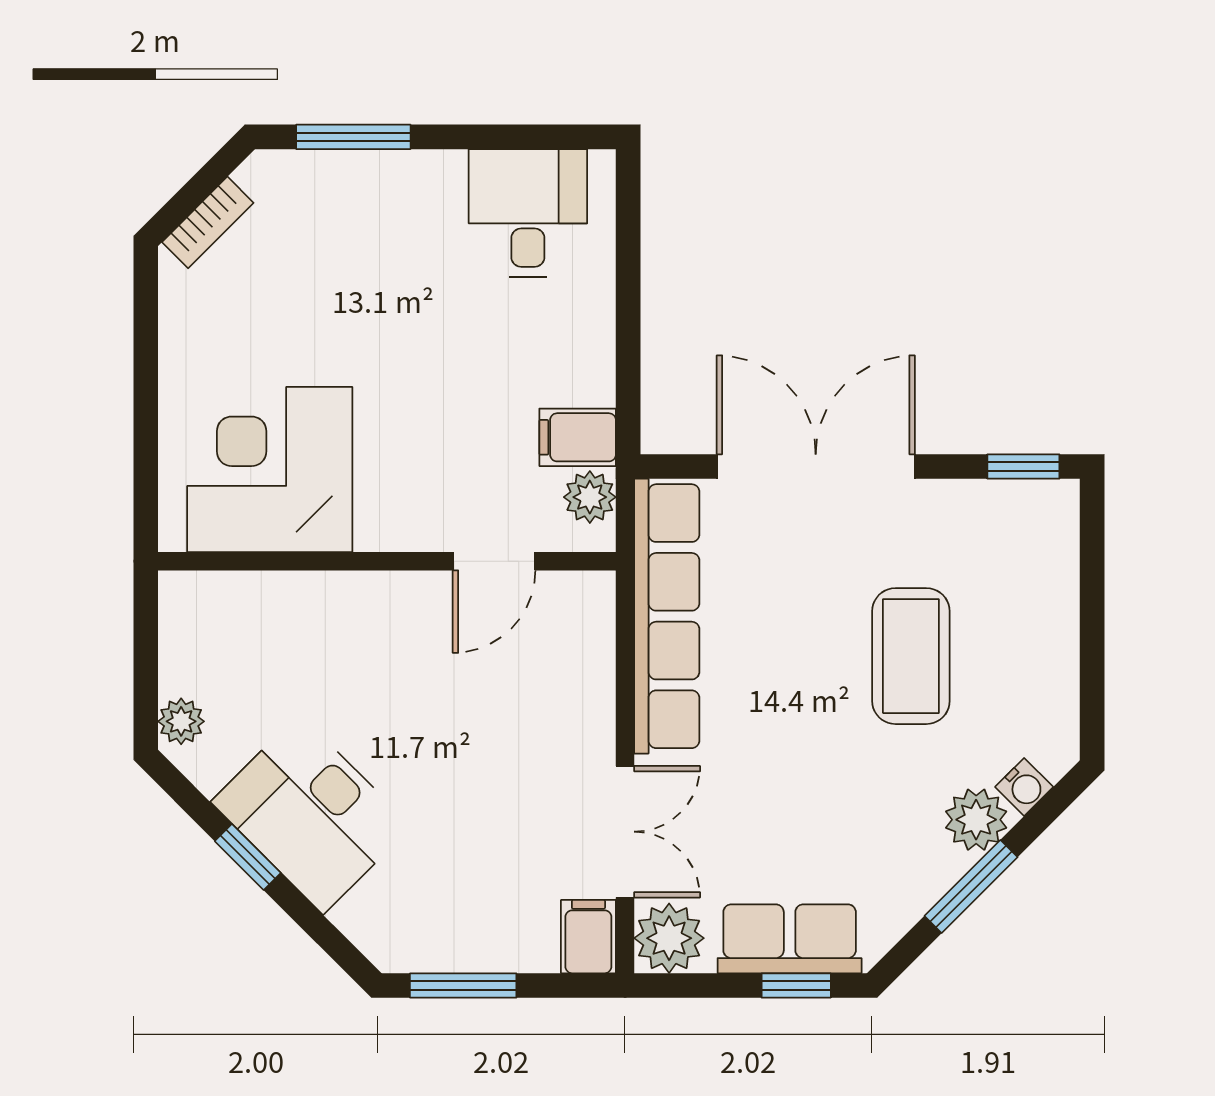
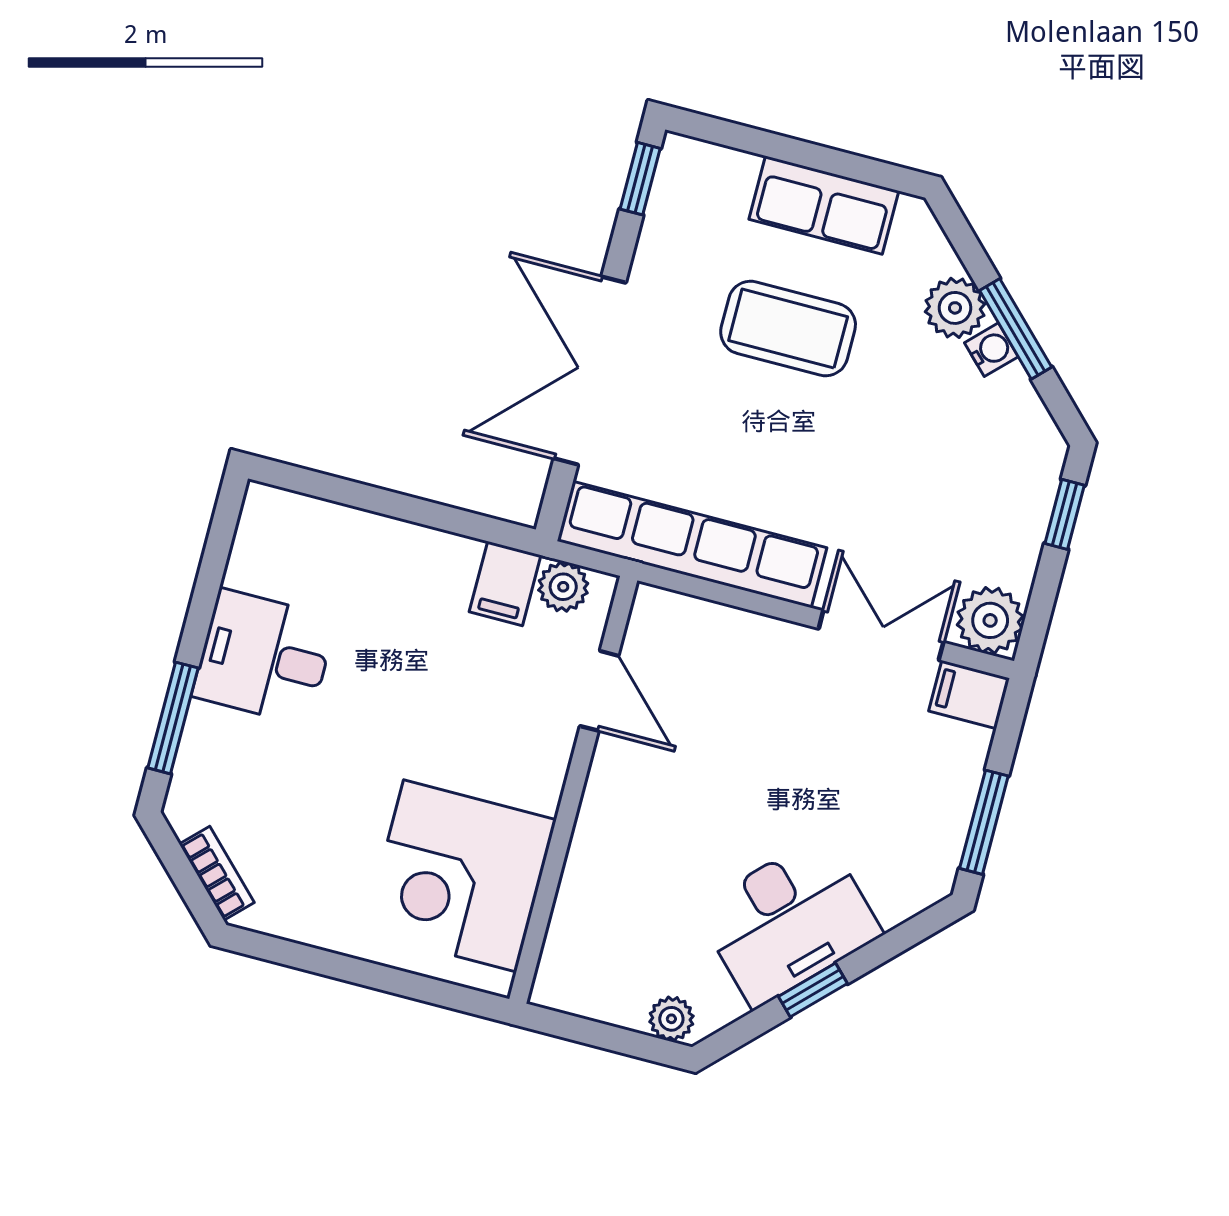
desk: (528, 213) -> (264, 657), moved
water cooler: (1024, 787) -> (991, 350), moved
row of seats: (790, 939) -> (824, 205), moved, turned -90

